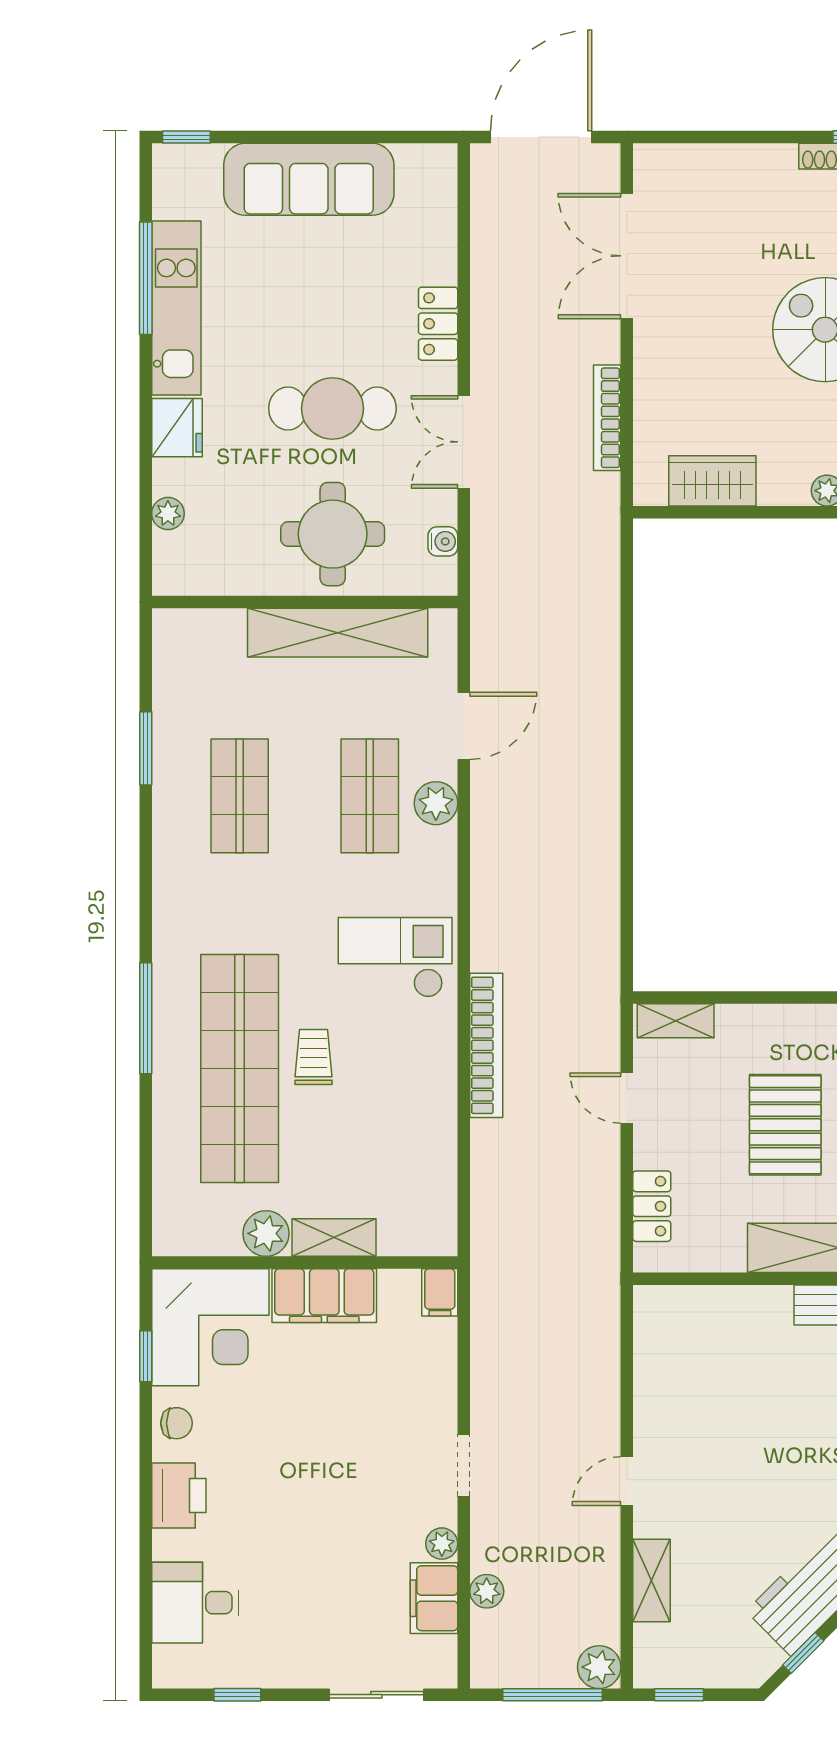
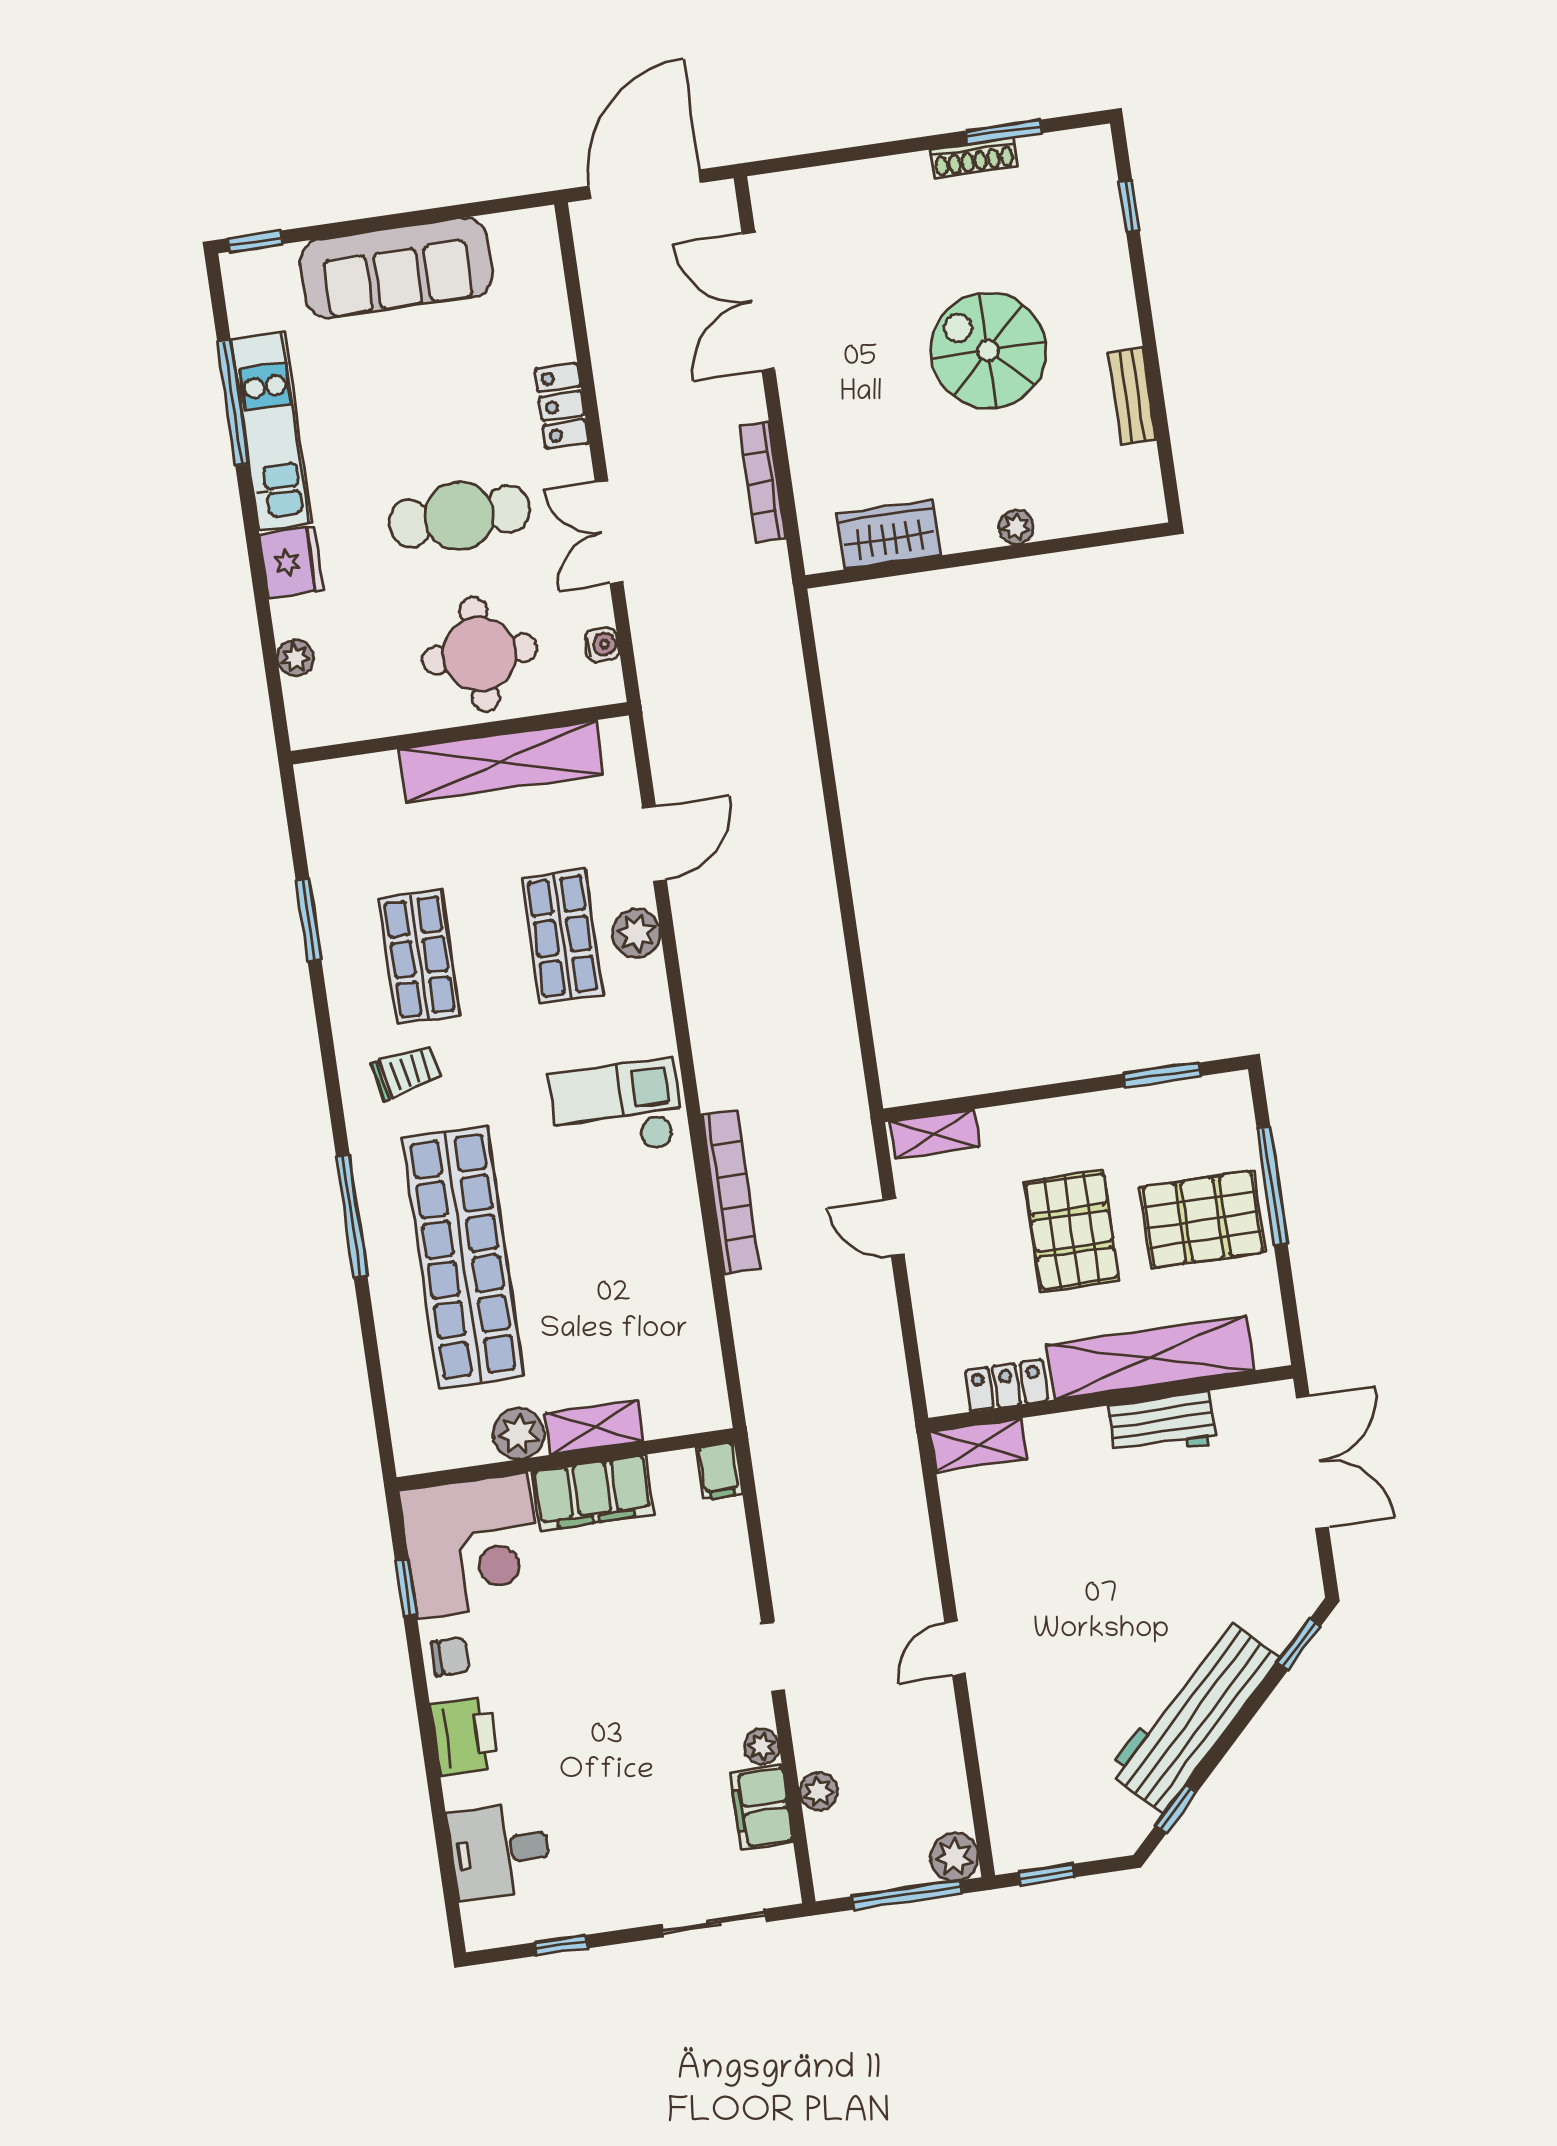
trolley: (313, 1057) -> (406, 1072), moved, turned 79
locker: (652, 1206) -> (1007, 1385), moved, turned -90
shelving: (652, 1580) -> (979, 1445), moved, turned 90

